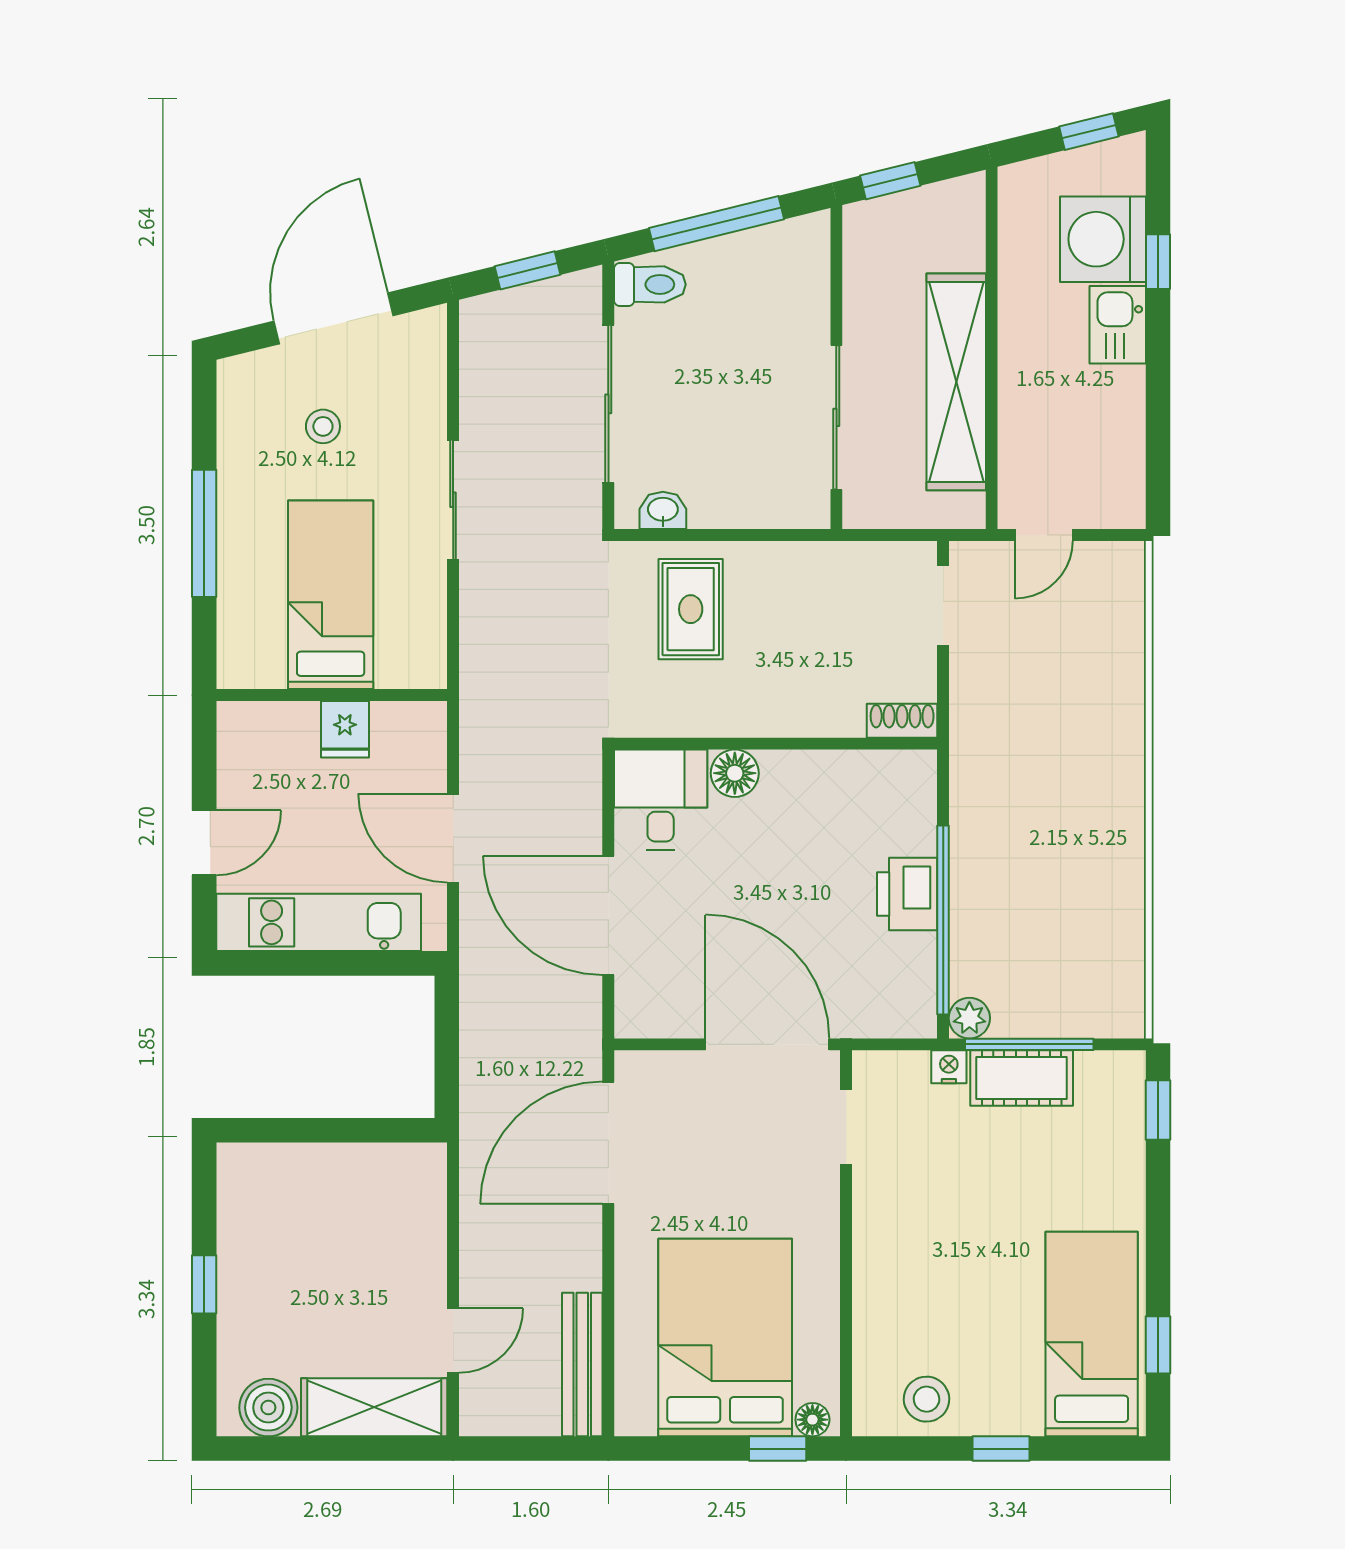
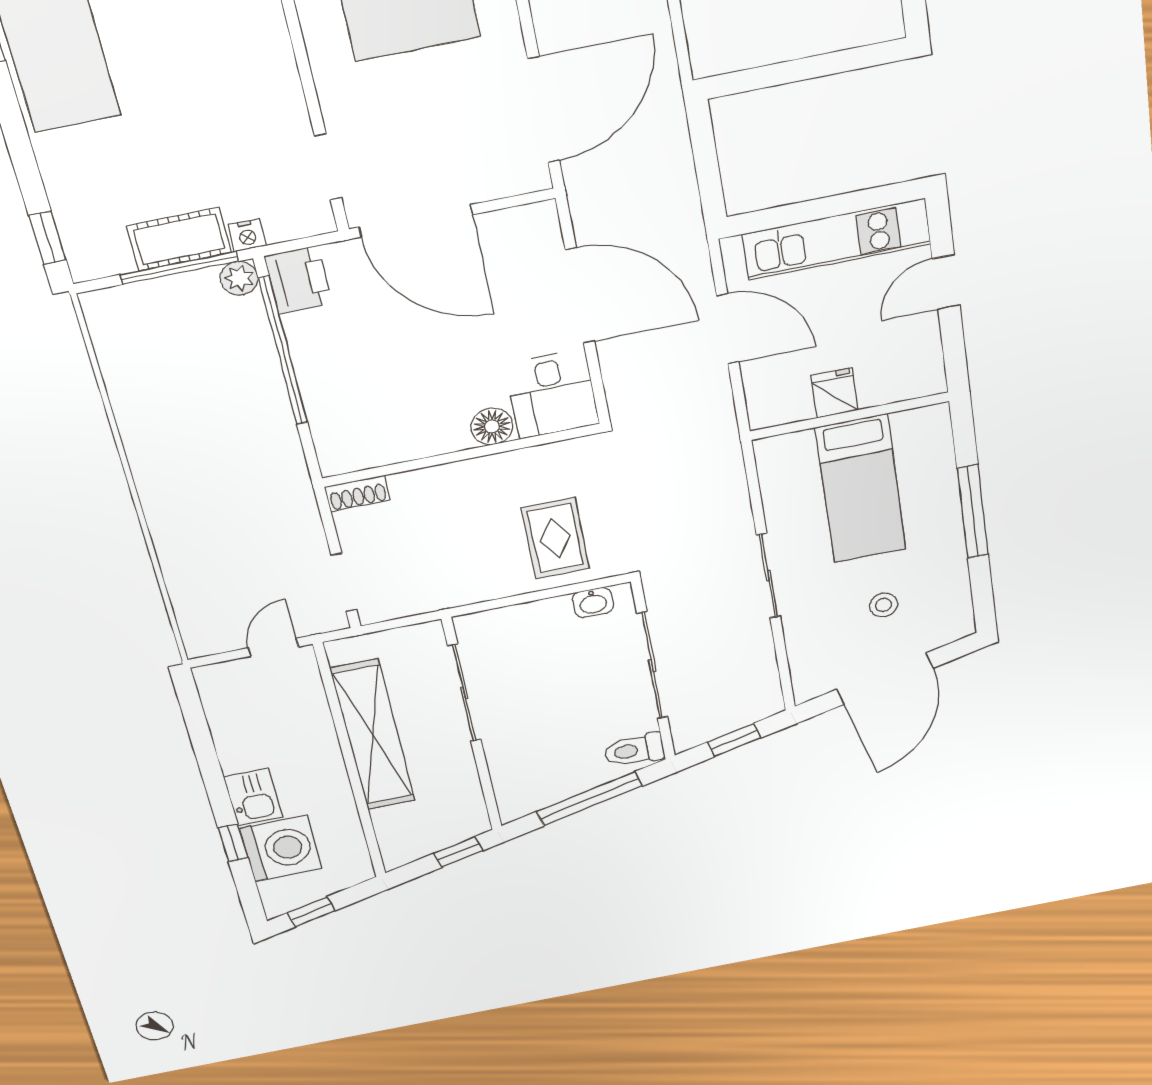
printer: (907, 894) -> (298, 280), moved

